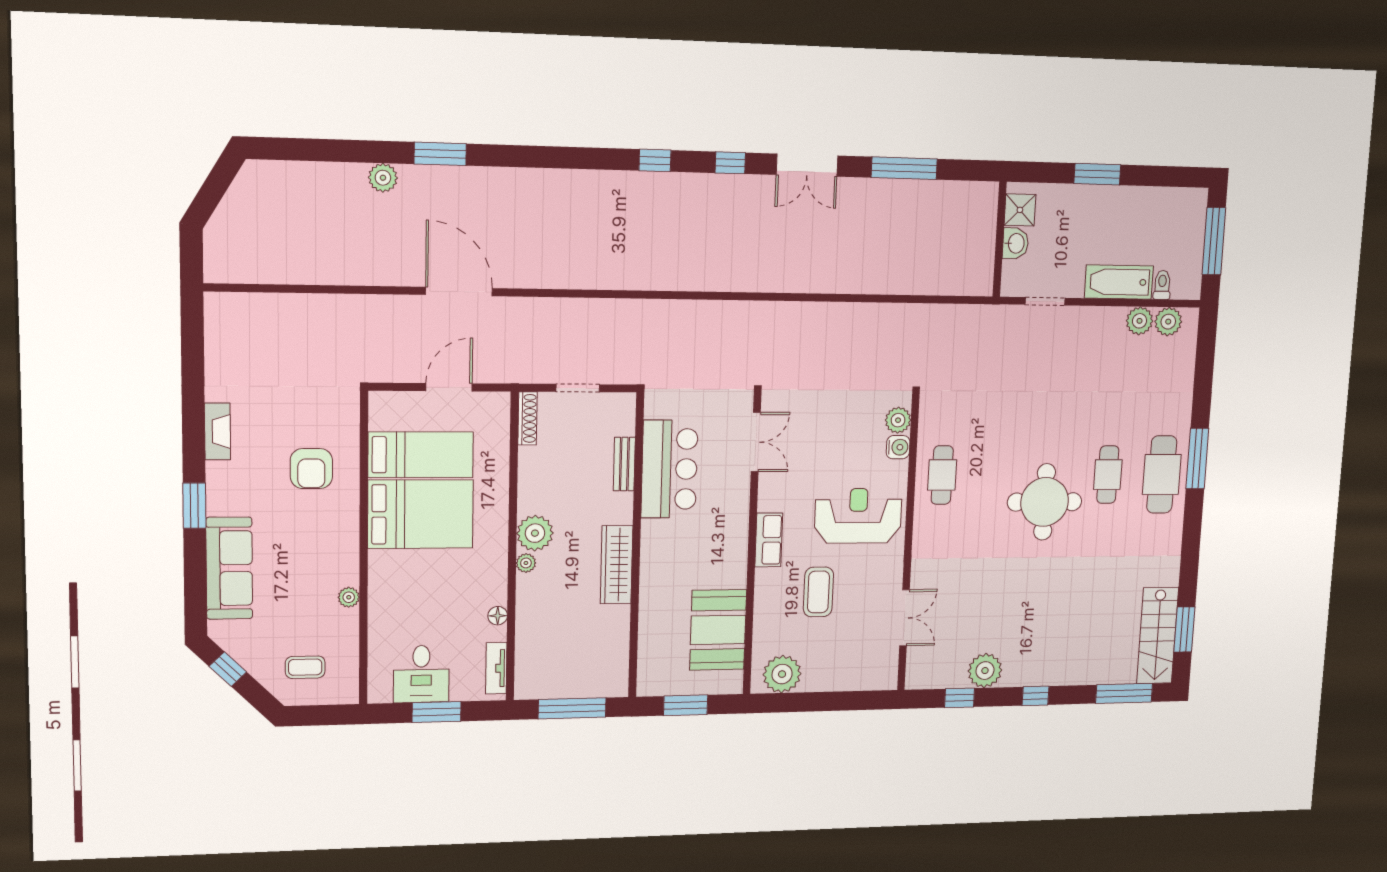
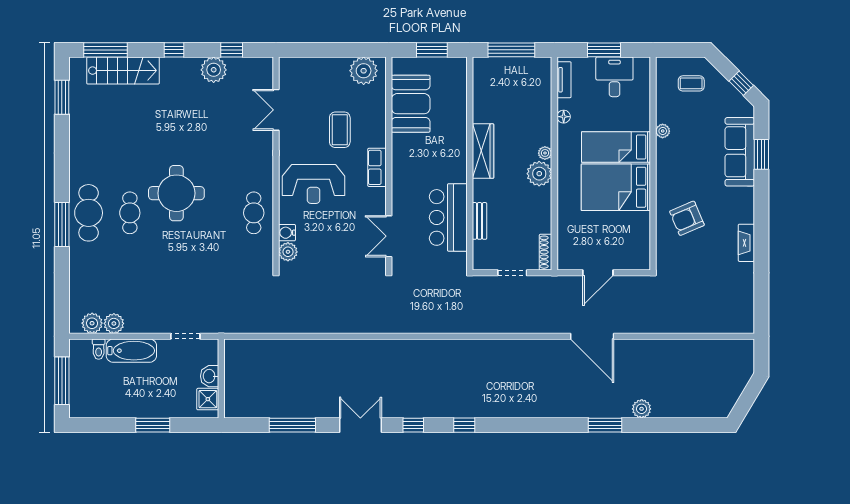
bed: (421, 455) -> (616, 147), moved
armchair: (311, 469) -> (687, 218), turned -113
window: (194, 506) -> (761, 154), moved
stairs: (1158, 636) -> (123, 71), moved, turned 90

